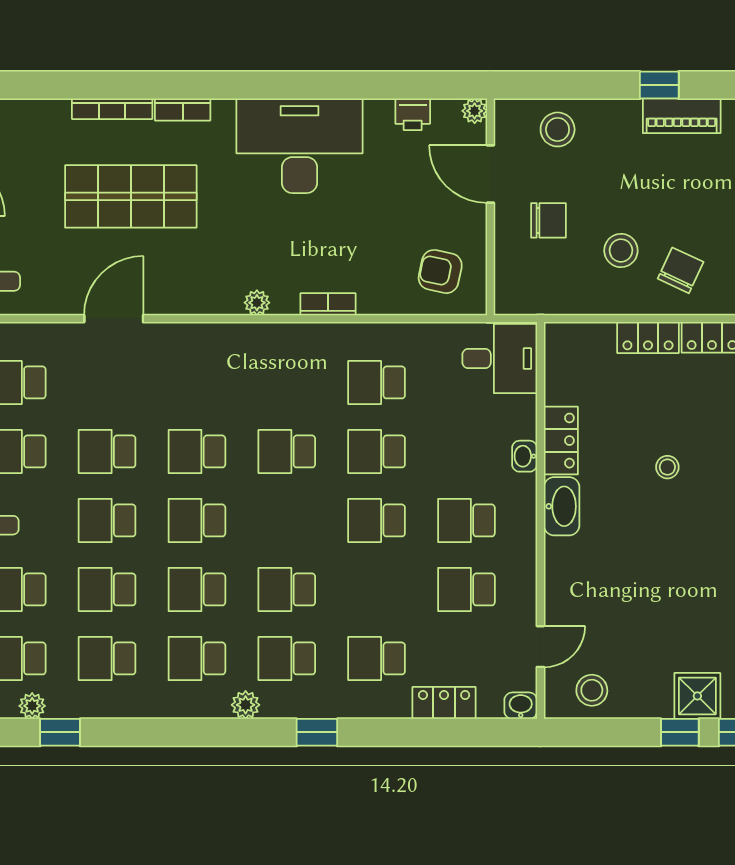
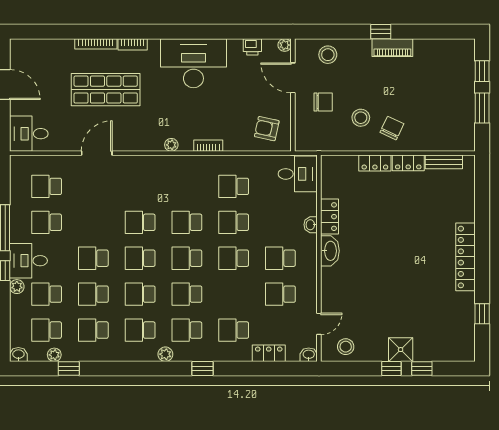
school desk: (107, 451) -> (187, 258), moved
stool: (667, 467) -> (385, 230), removed

